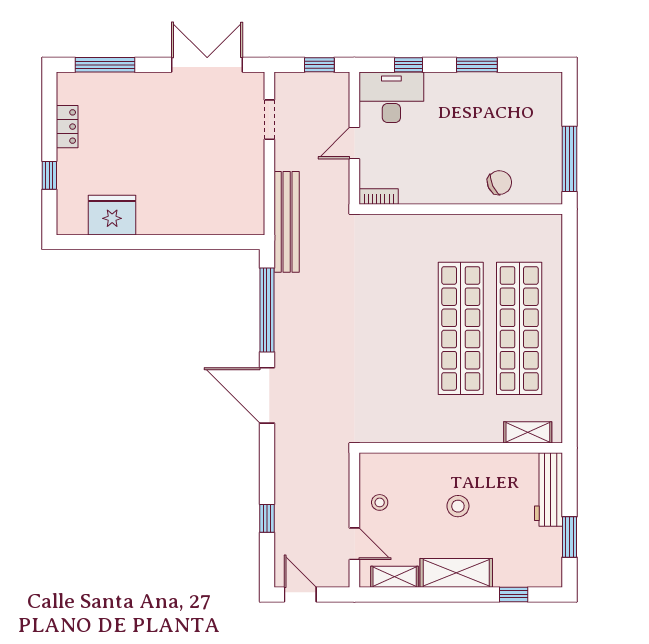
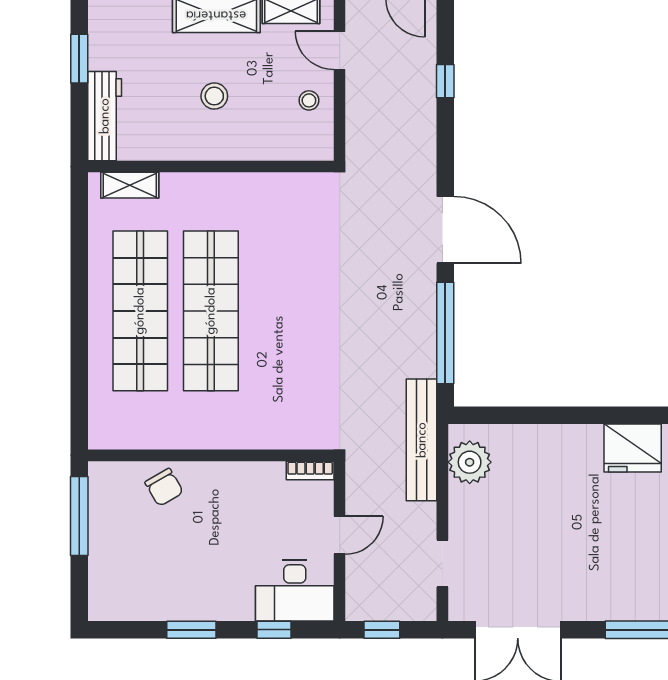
chair: (499, 183) -> (164, 487), turned -95
plant: (247, 203) -> (470, 462), added

